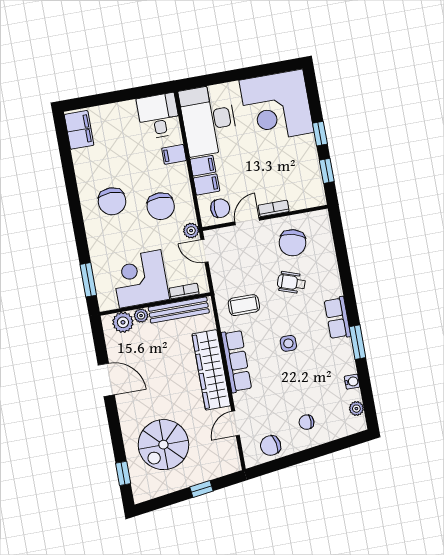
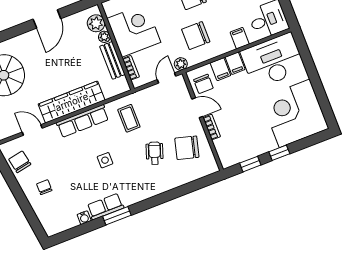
bench: (179, 310) -> (112, 60), width x0.73
row of seats: (337, 318) -> (105, 207), moved
plant: (356, 409) -> (63, 225), removed

